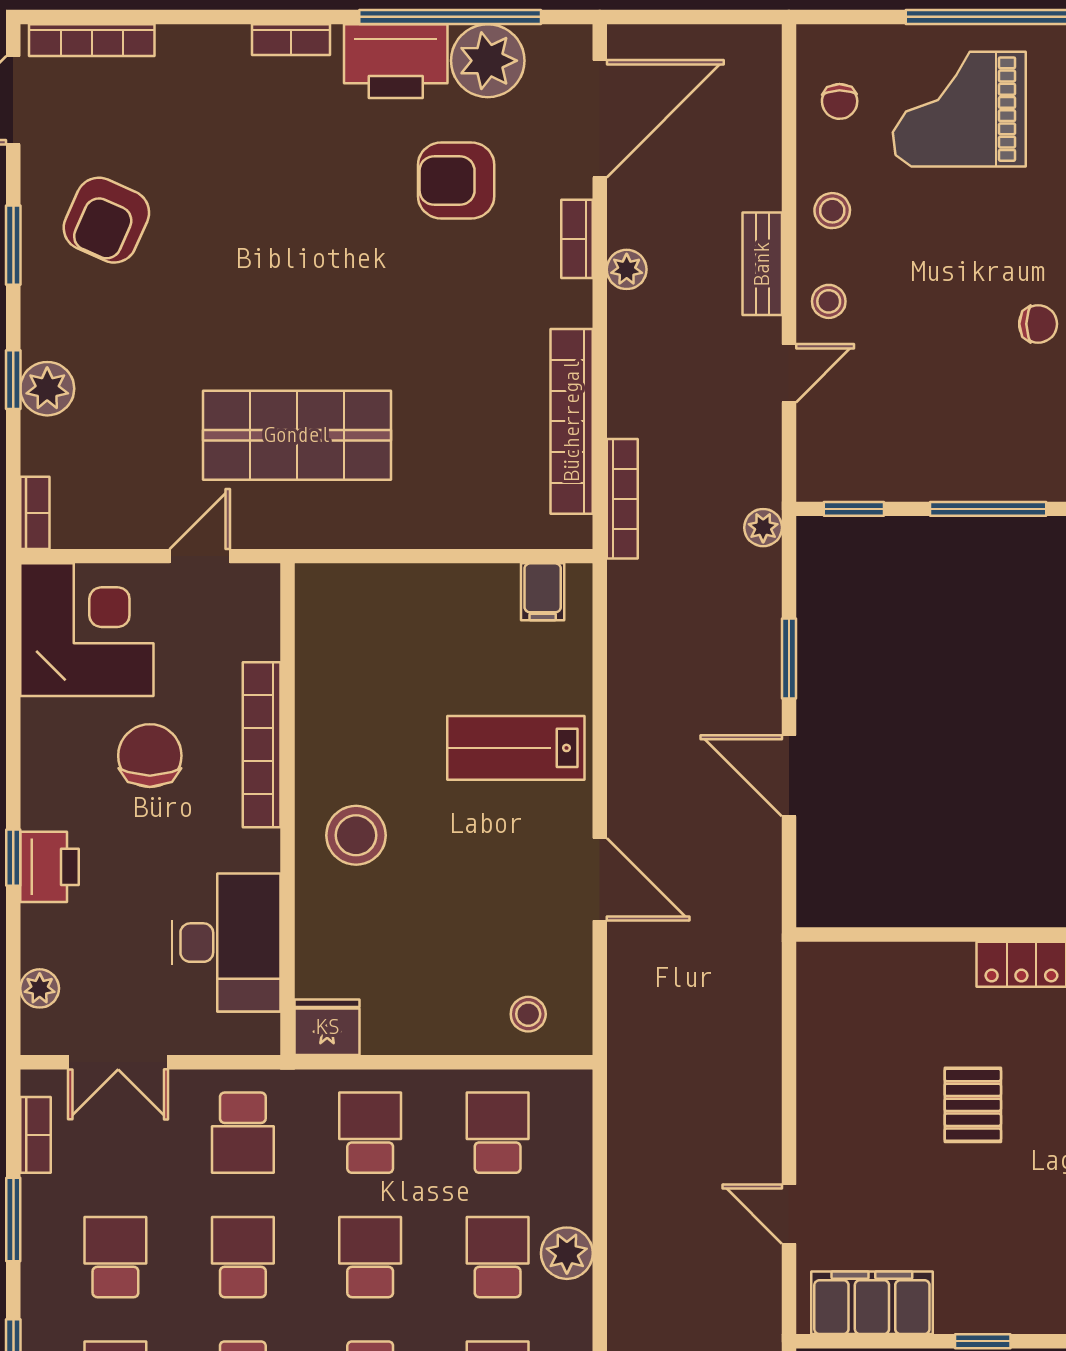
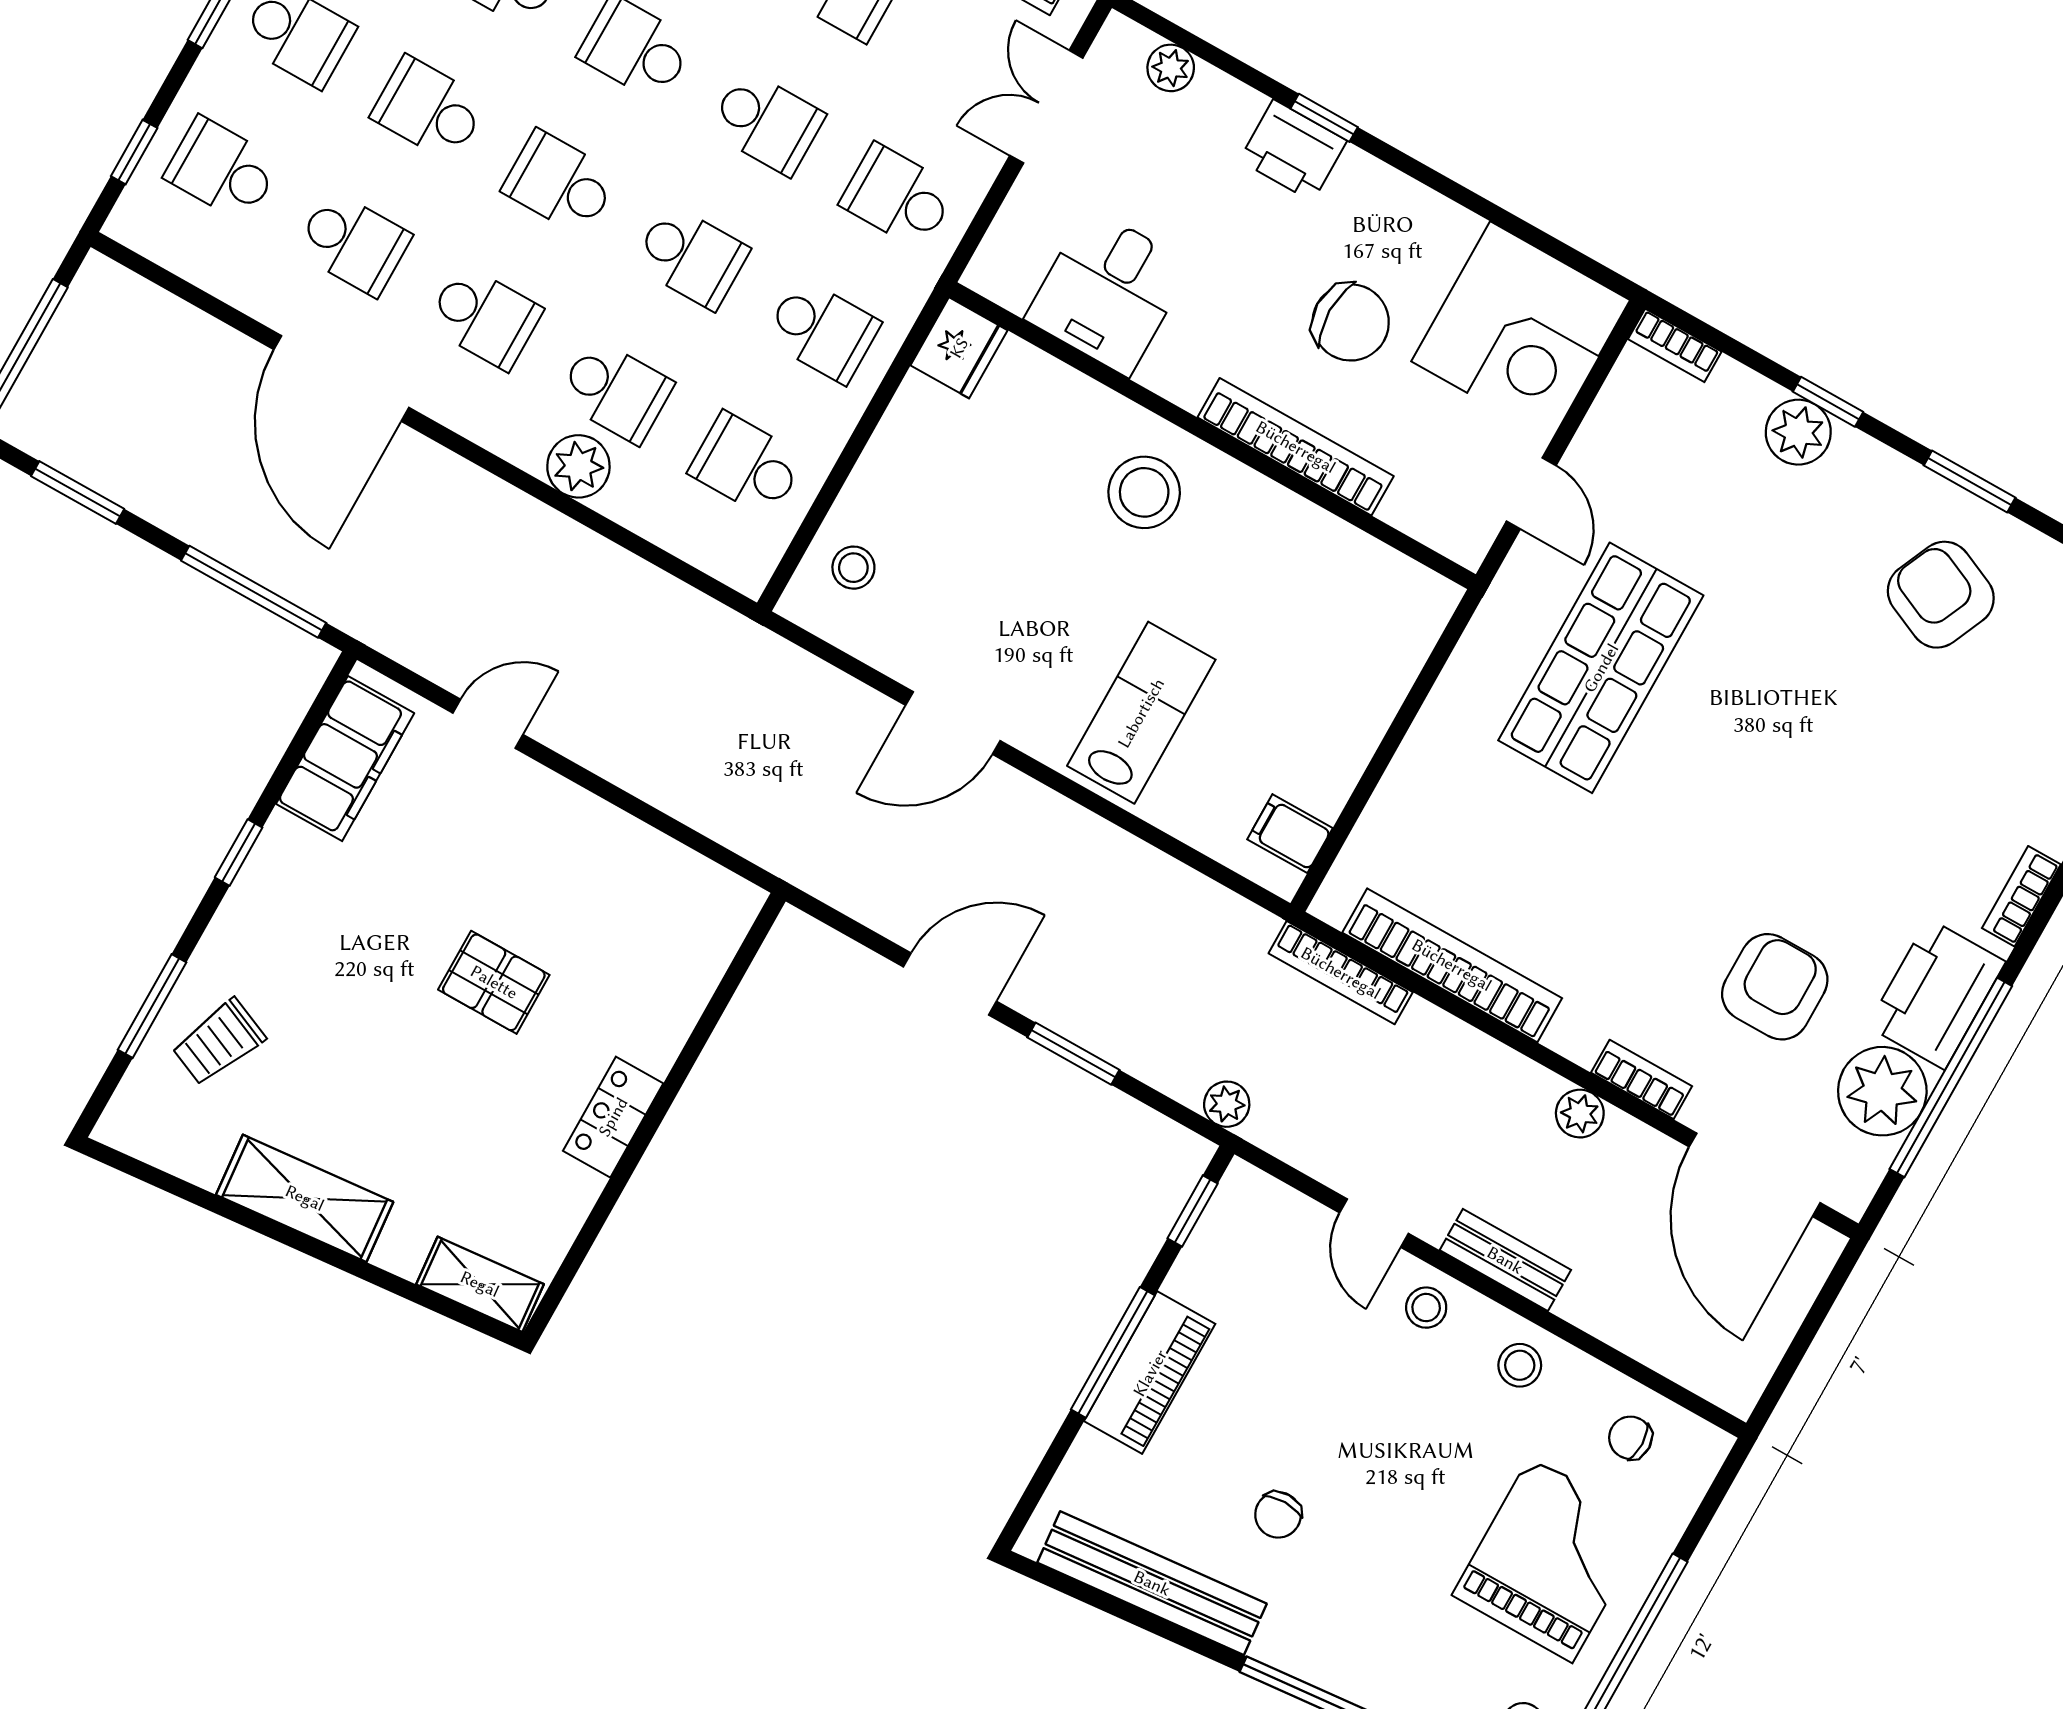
piano: (988, 474) -> (1150, 1373), added
desk: (226, 943) -> (1108, 292), width x0.73
school desk: (498, 1133) -> (747, 465), turned 180

